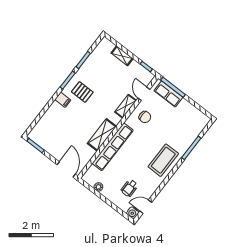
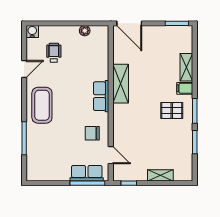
shelving: (126, 106) -> (186, 67), moved
row of seats: (113, 147) -> (101, 96), width x0.50
door: (146, 207) -> (24, 69), moved

